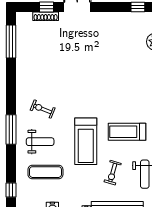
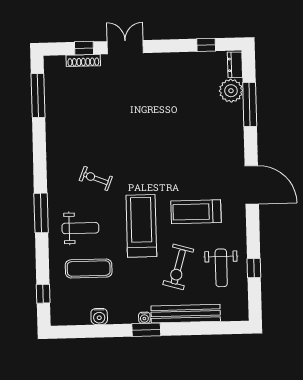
exercise bike: (43, 109) -> (96, 179), moved
treadmill: (86, 141) -> (141, 226), turned 180
exercise bike: (113, 173) -> (178, 267), width x1.38, depth x1.39

